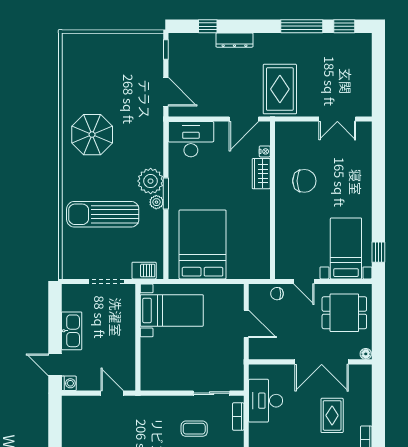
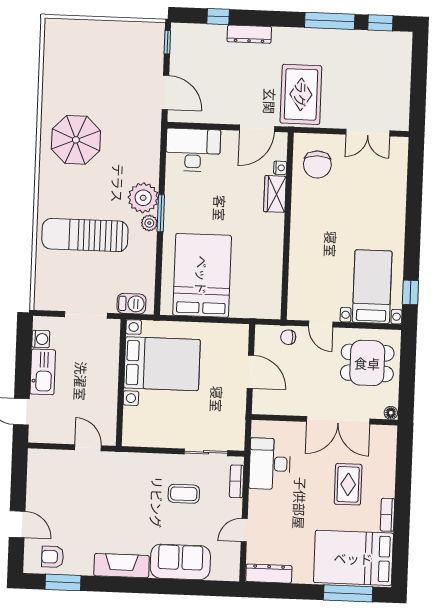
chair: (304, 181) -> (317, 165), moved, turned 90
bed with nightstands: (172, 310) -> (162, 364), width x1.36
washing machine: (69, 383) -> (41, 339), moved

